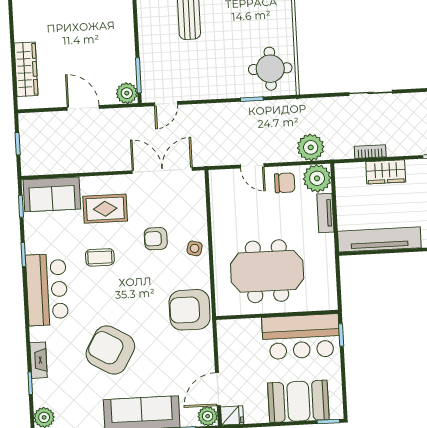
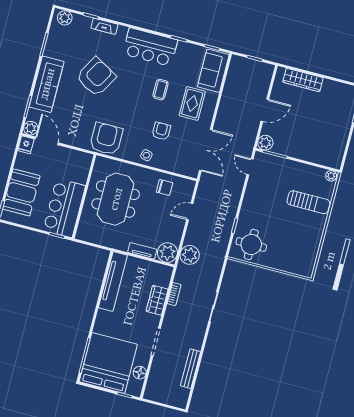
chair: (285, 183) -> (165, 187), moved, turned -90

